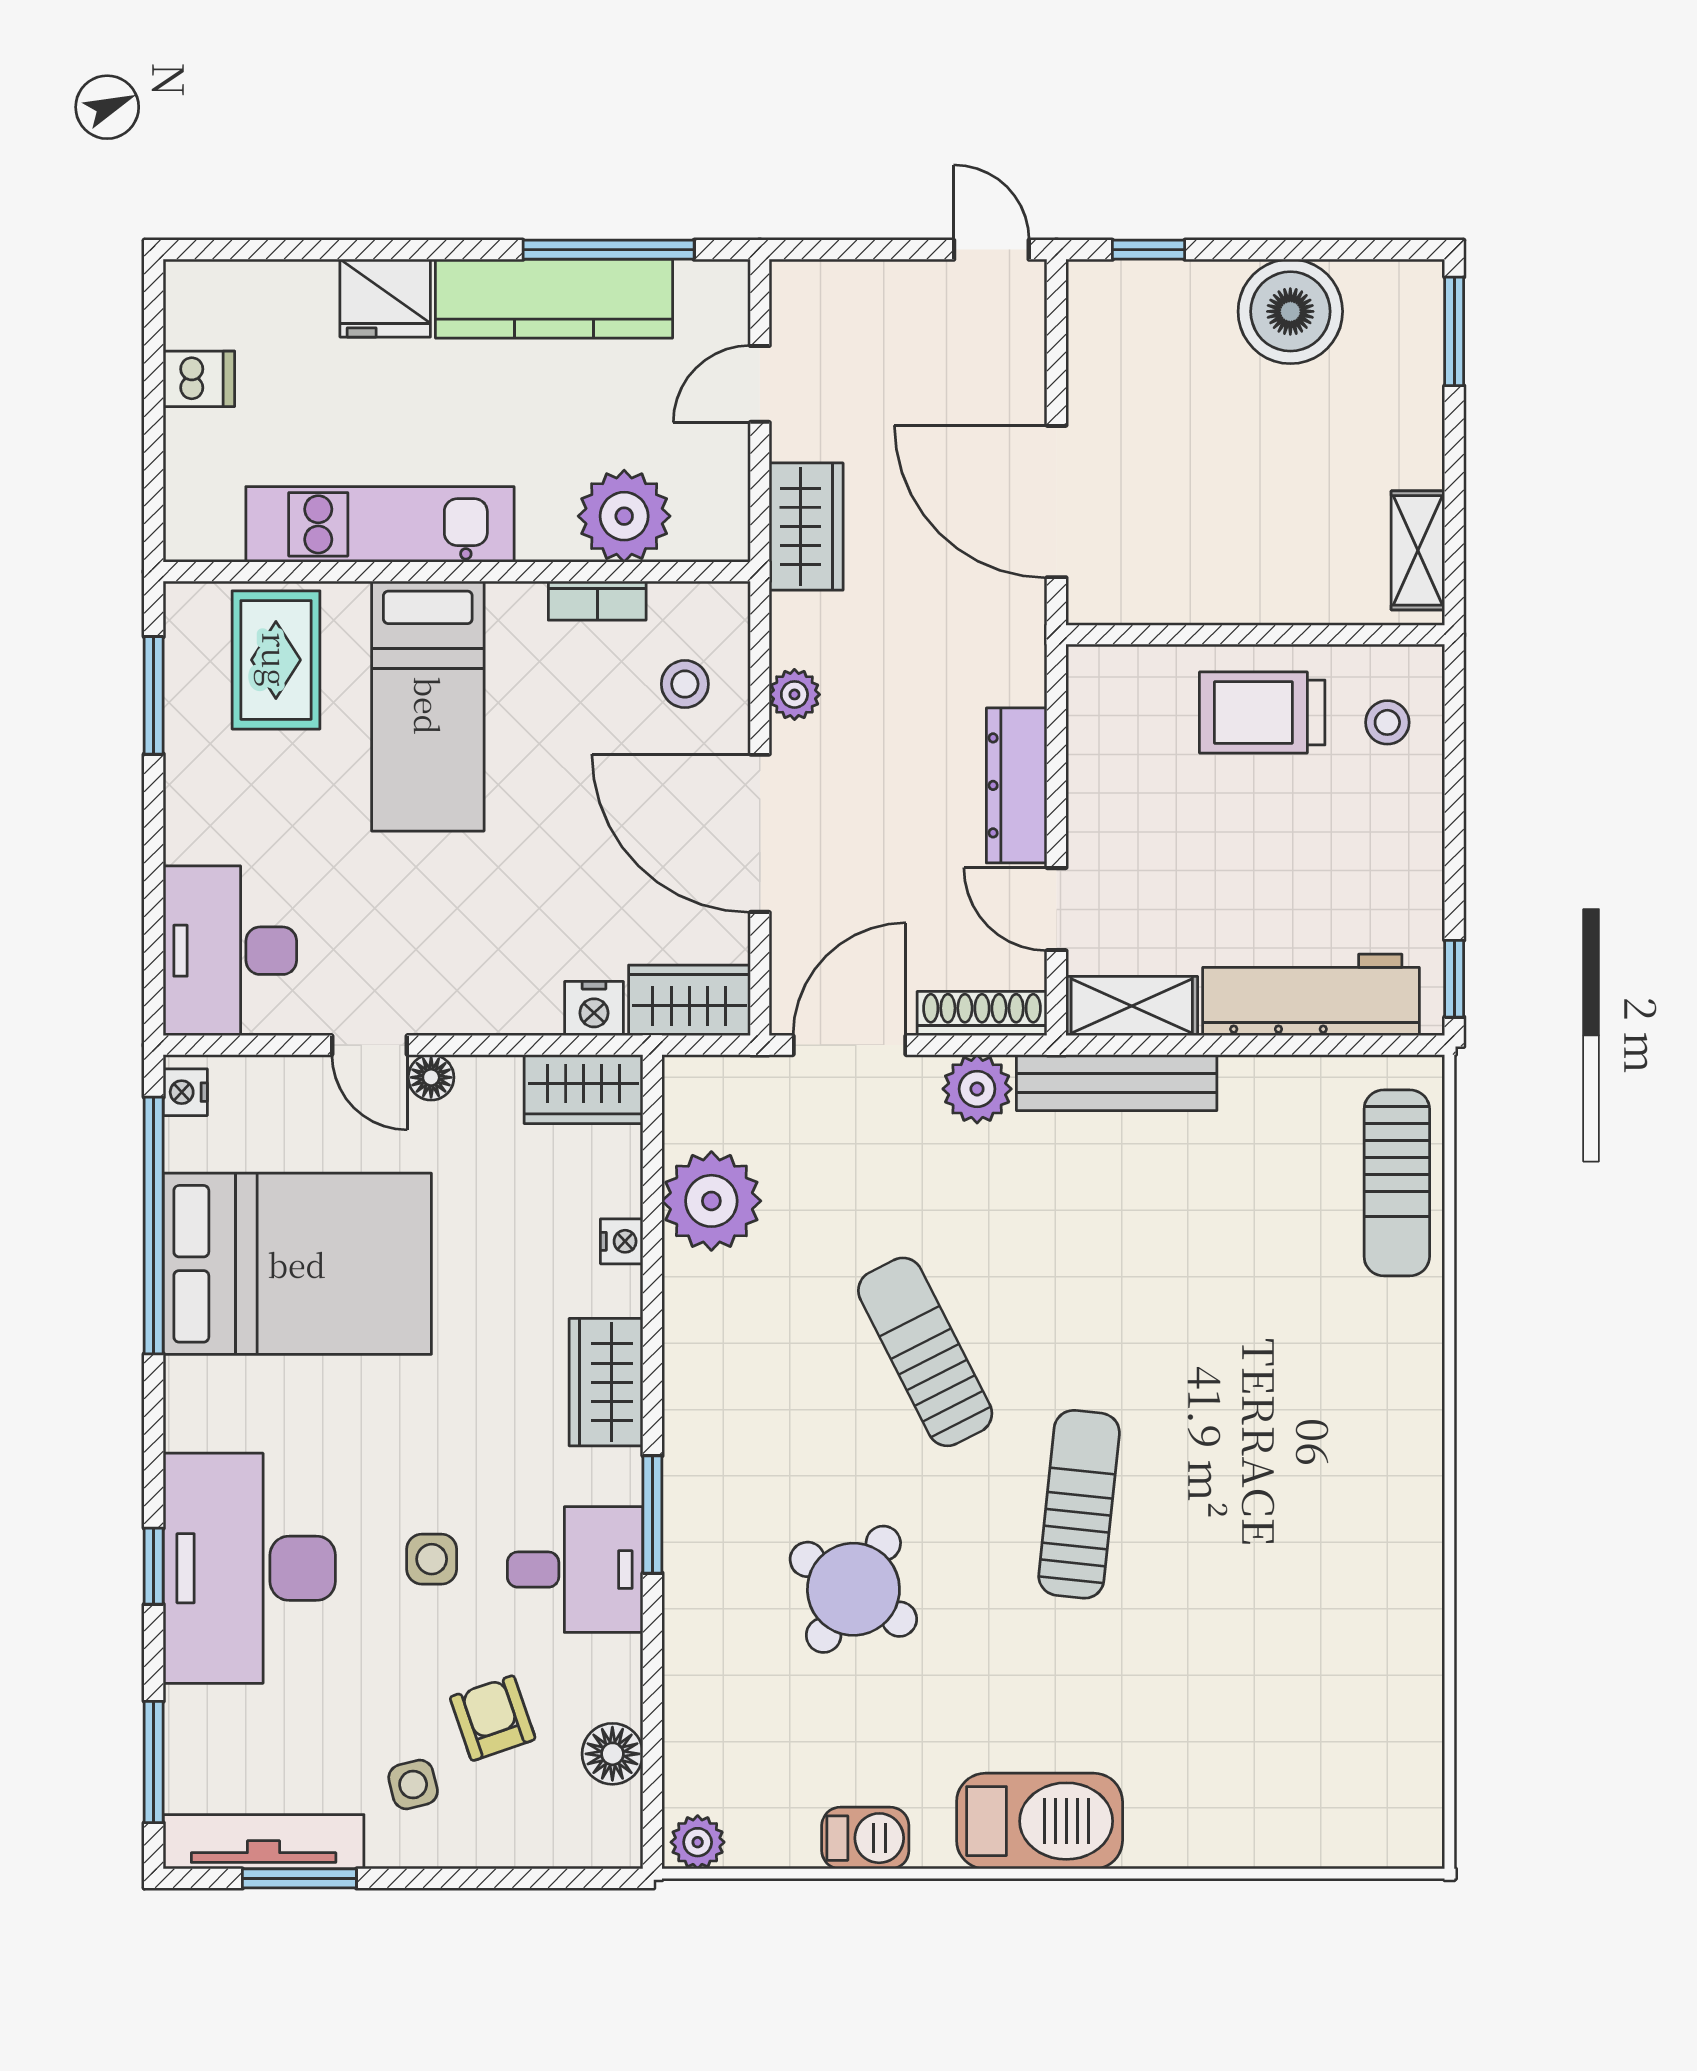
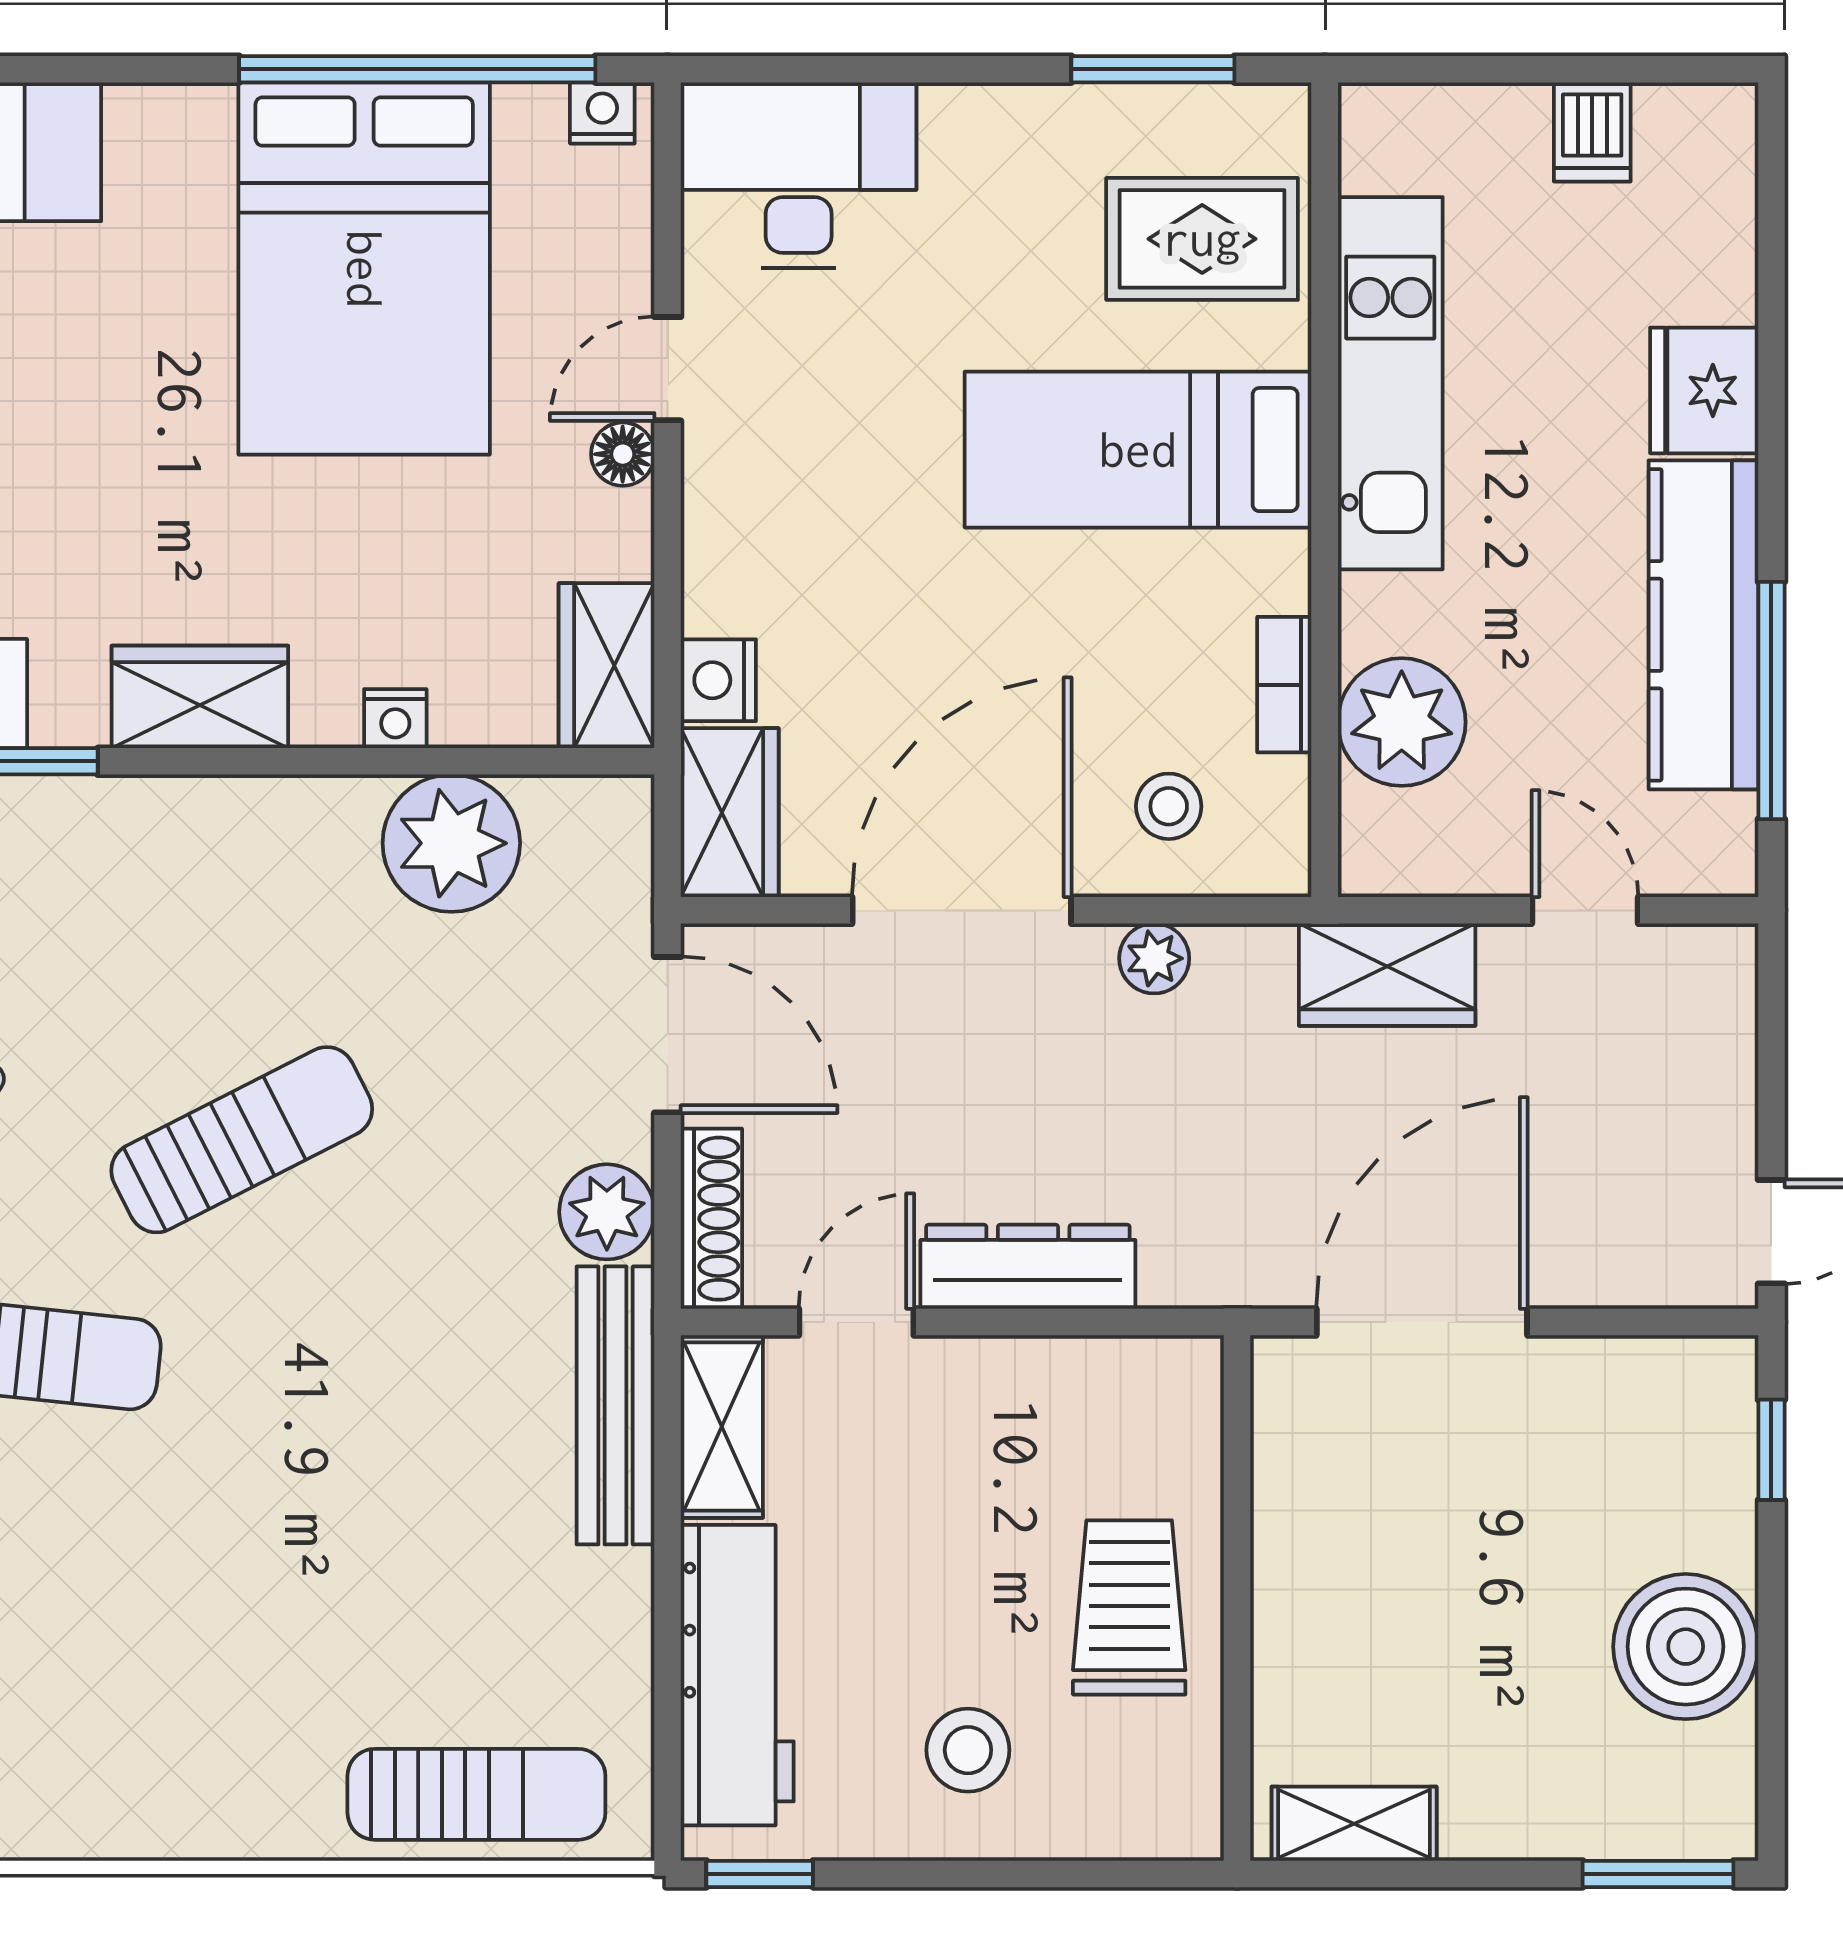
stool: (1387, 722) -> (968, 1750), moved, width x1.37, depth x1.37
sun lounger: (1397, 1183) -> (476, 1794), turned 180

